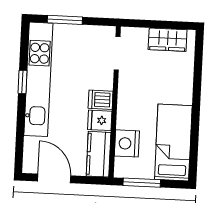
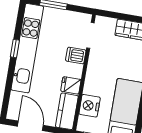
dishwasher: (101, 100) -> (76, 55), moved

